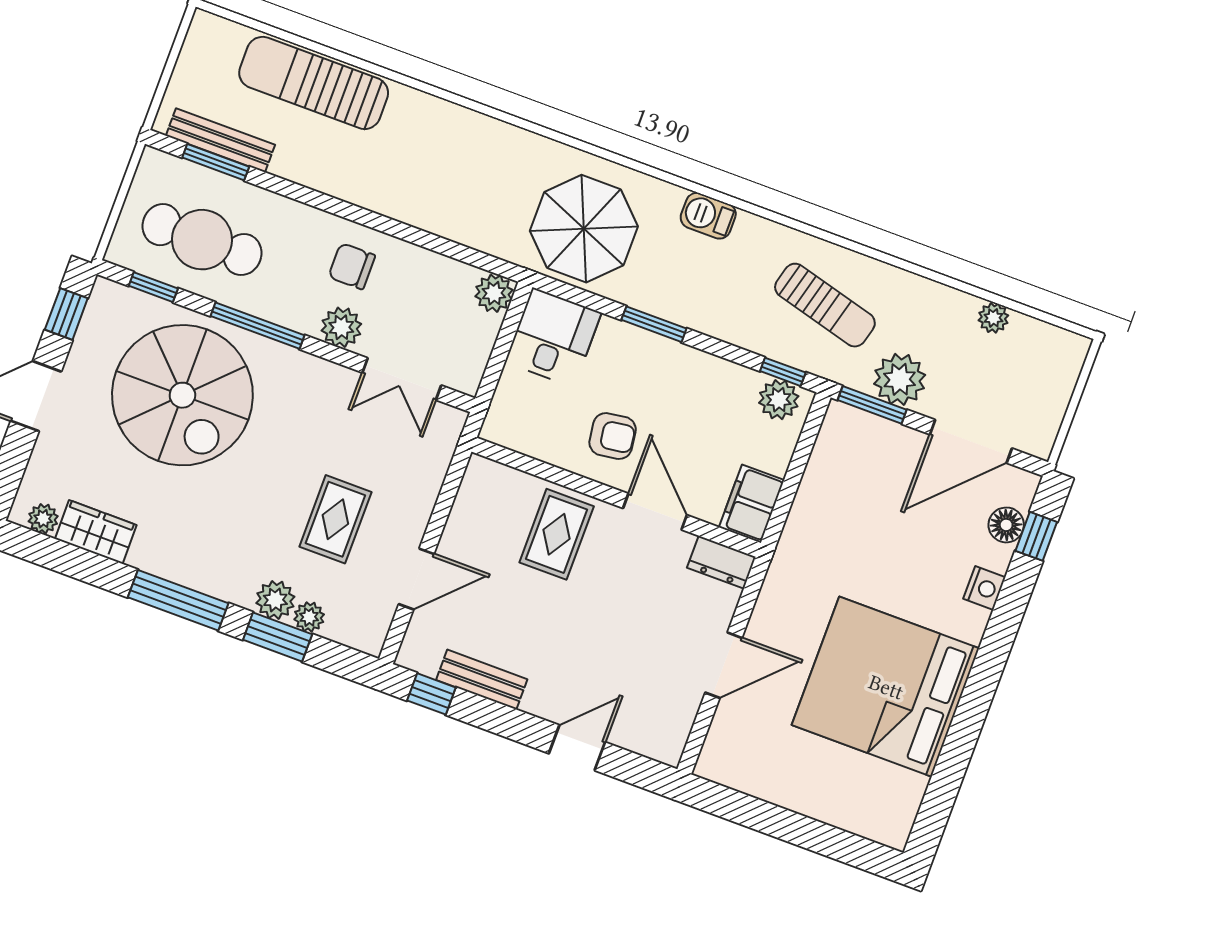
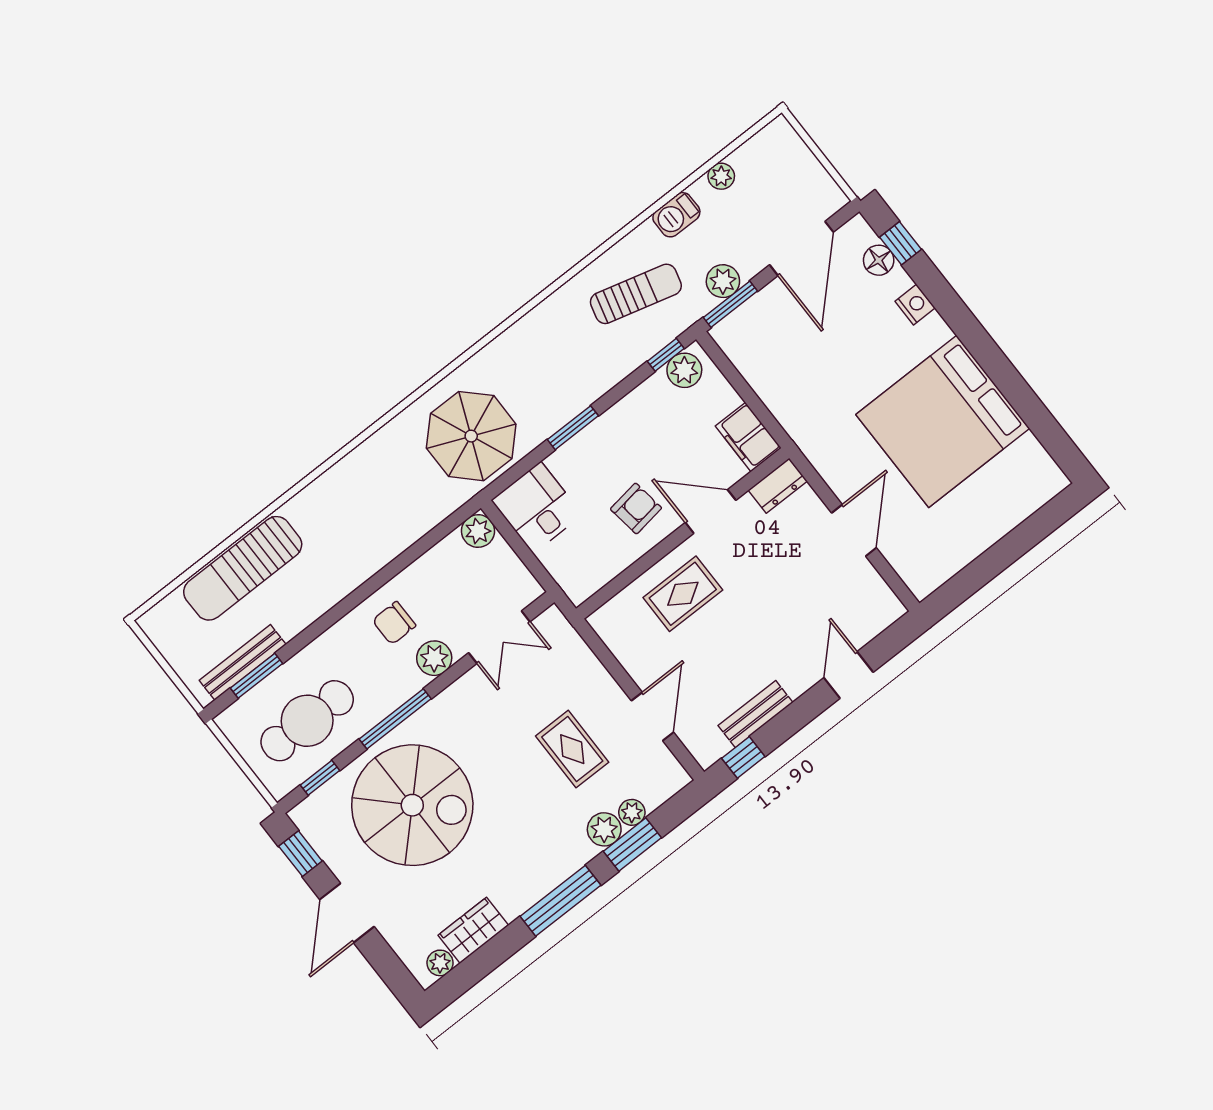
barbecue: (708, 216) -> (676, 215), moved
plant: (900, 379) -> (723, 281), width x0.73, depth x0.73
rug: (557, 534) -> (683, 594), turned 90

